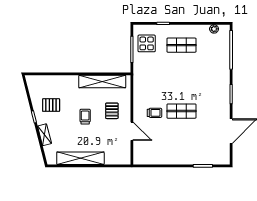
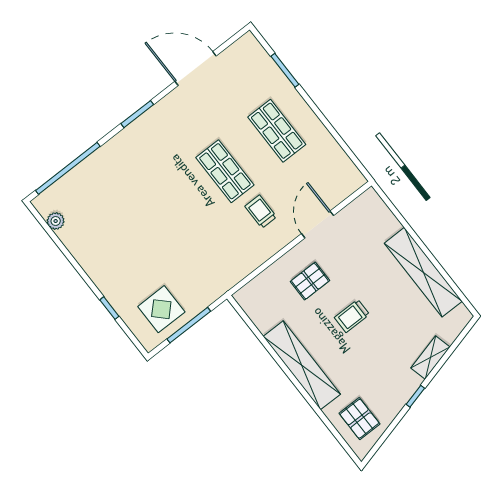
shop shelf: (181, 45) -> (277, 131), moved
shelving: (102, 82) -> (302, 365), moved
pallet: (51, 105) -> (359, 419), moved

